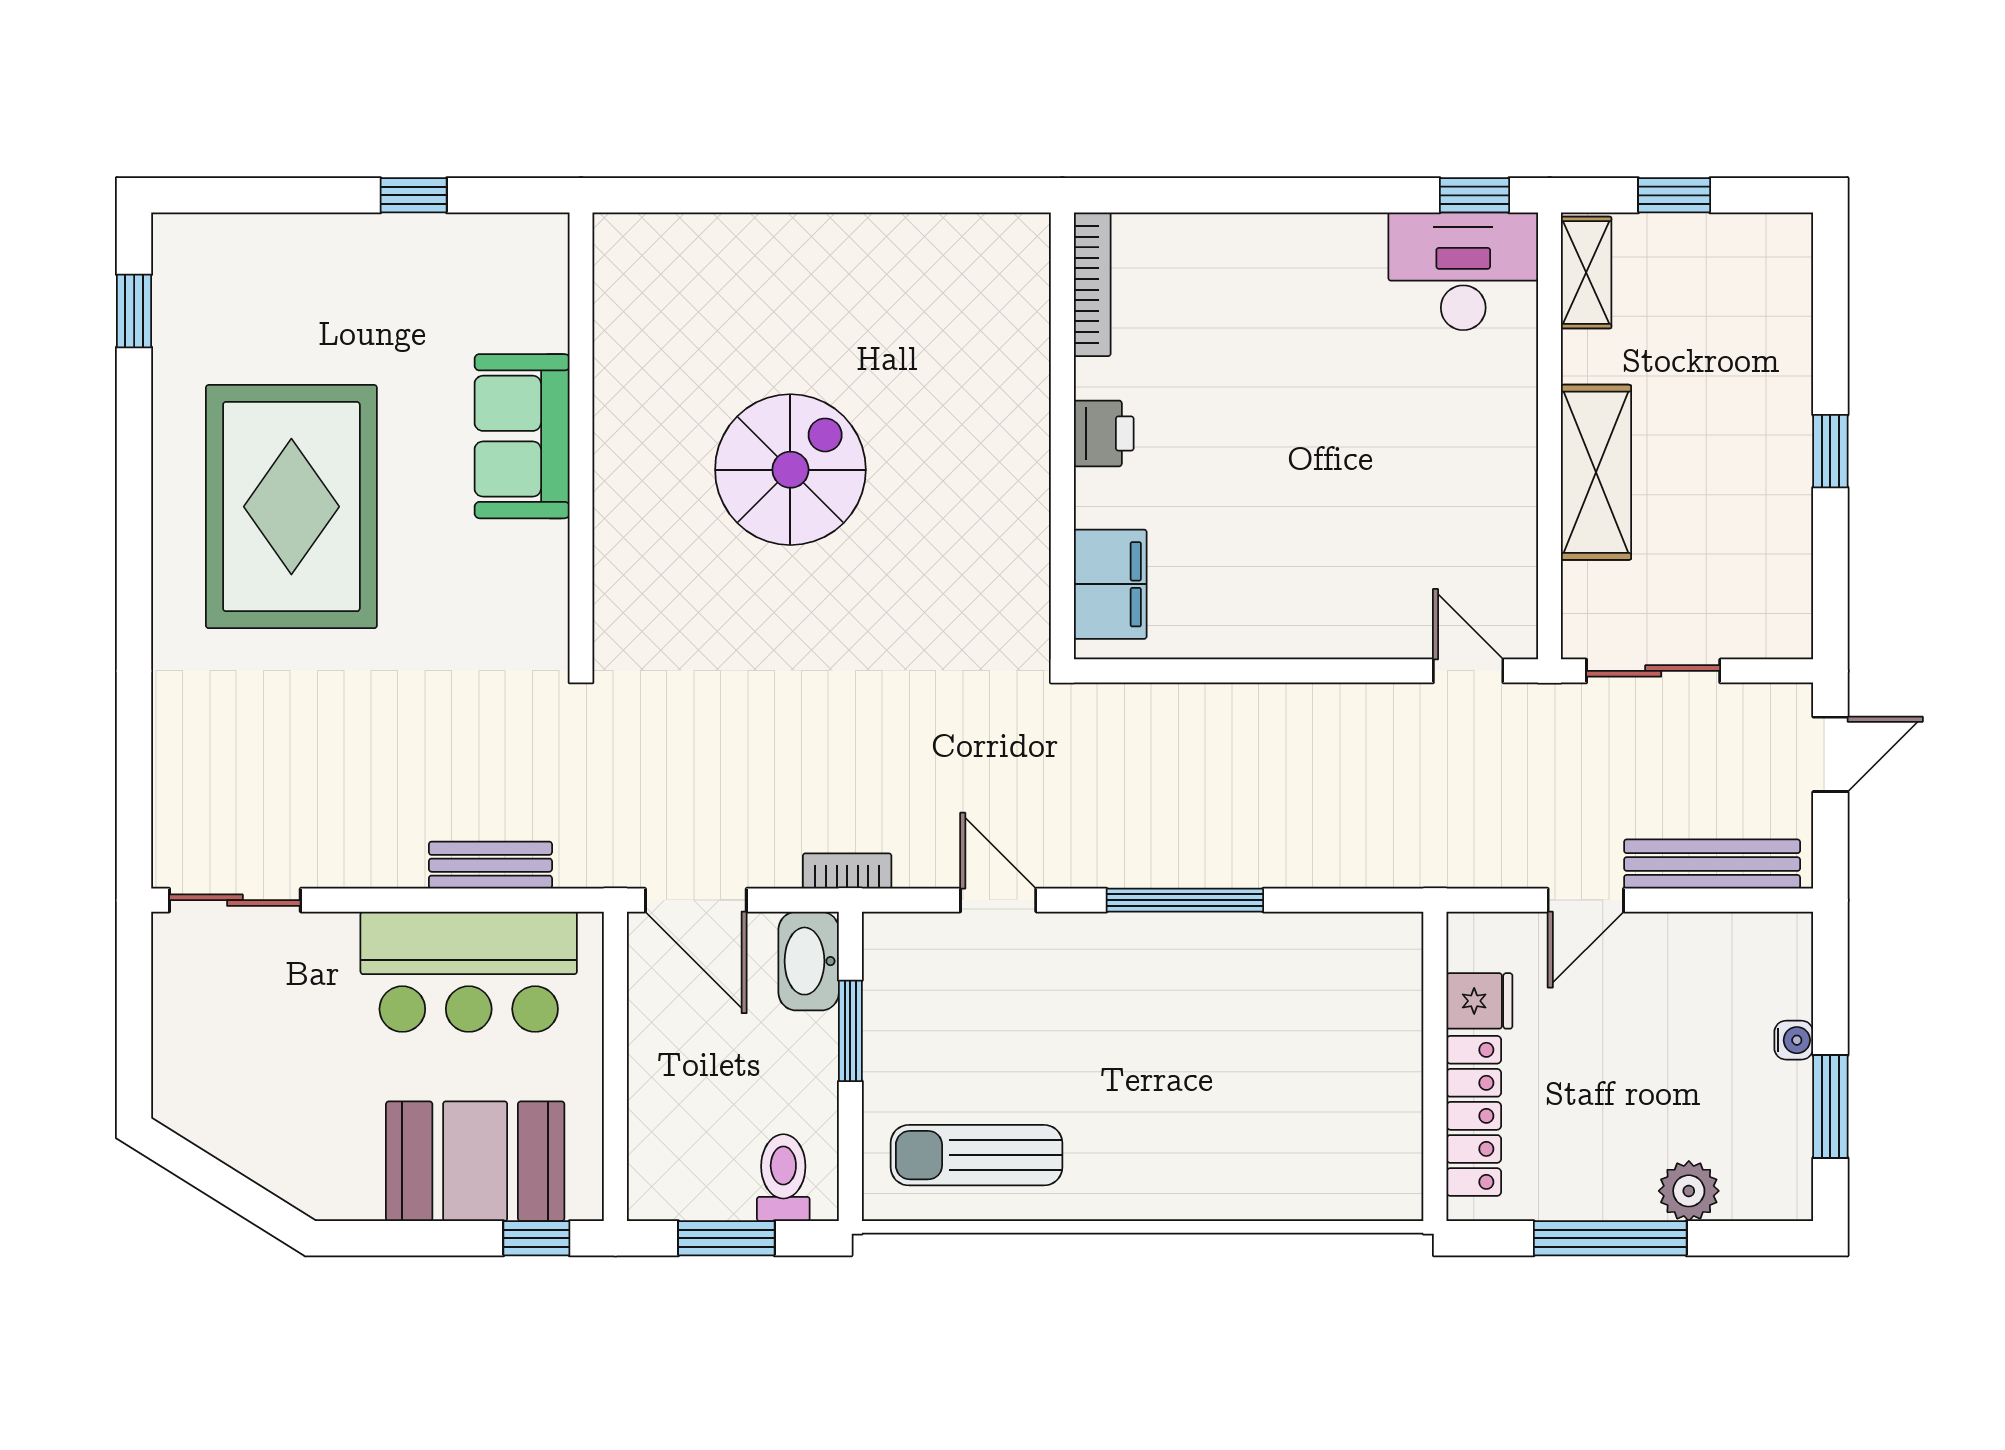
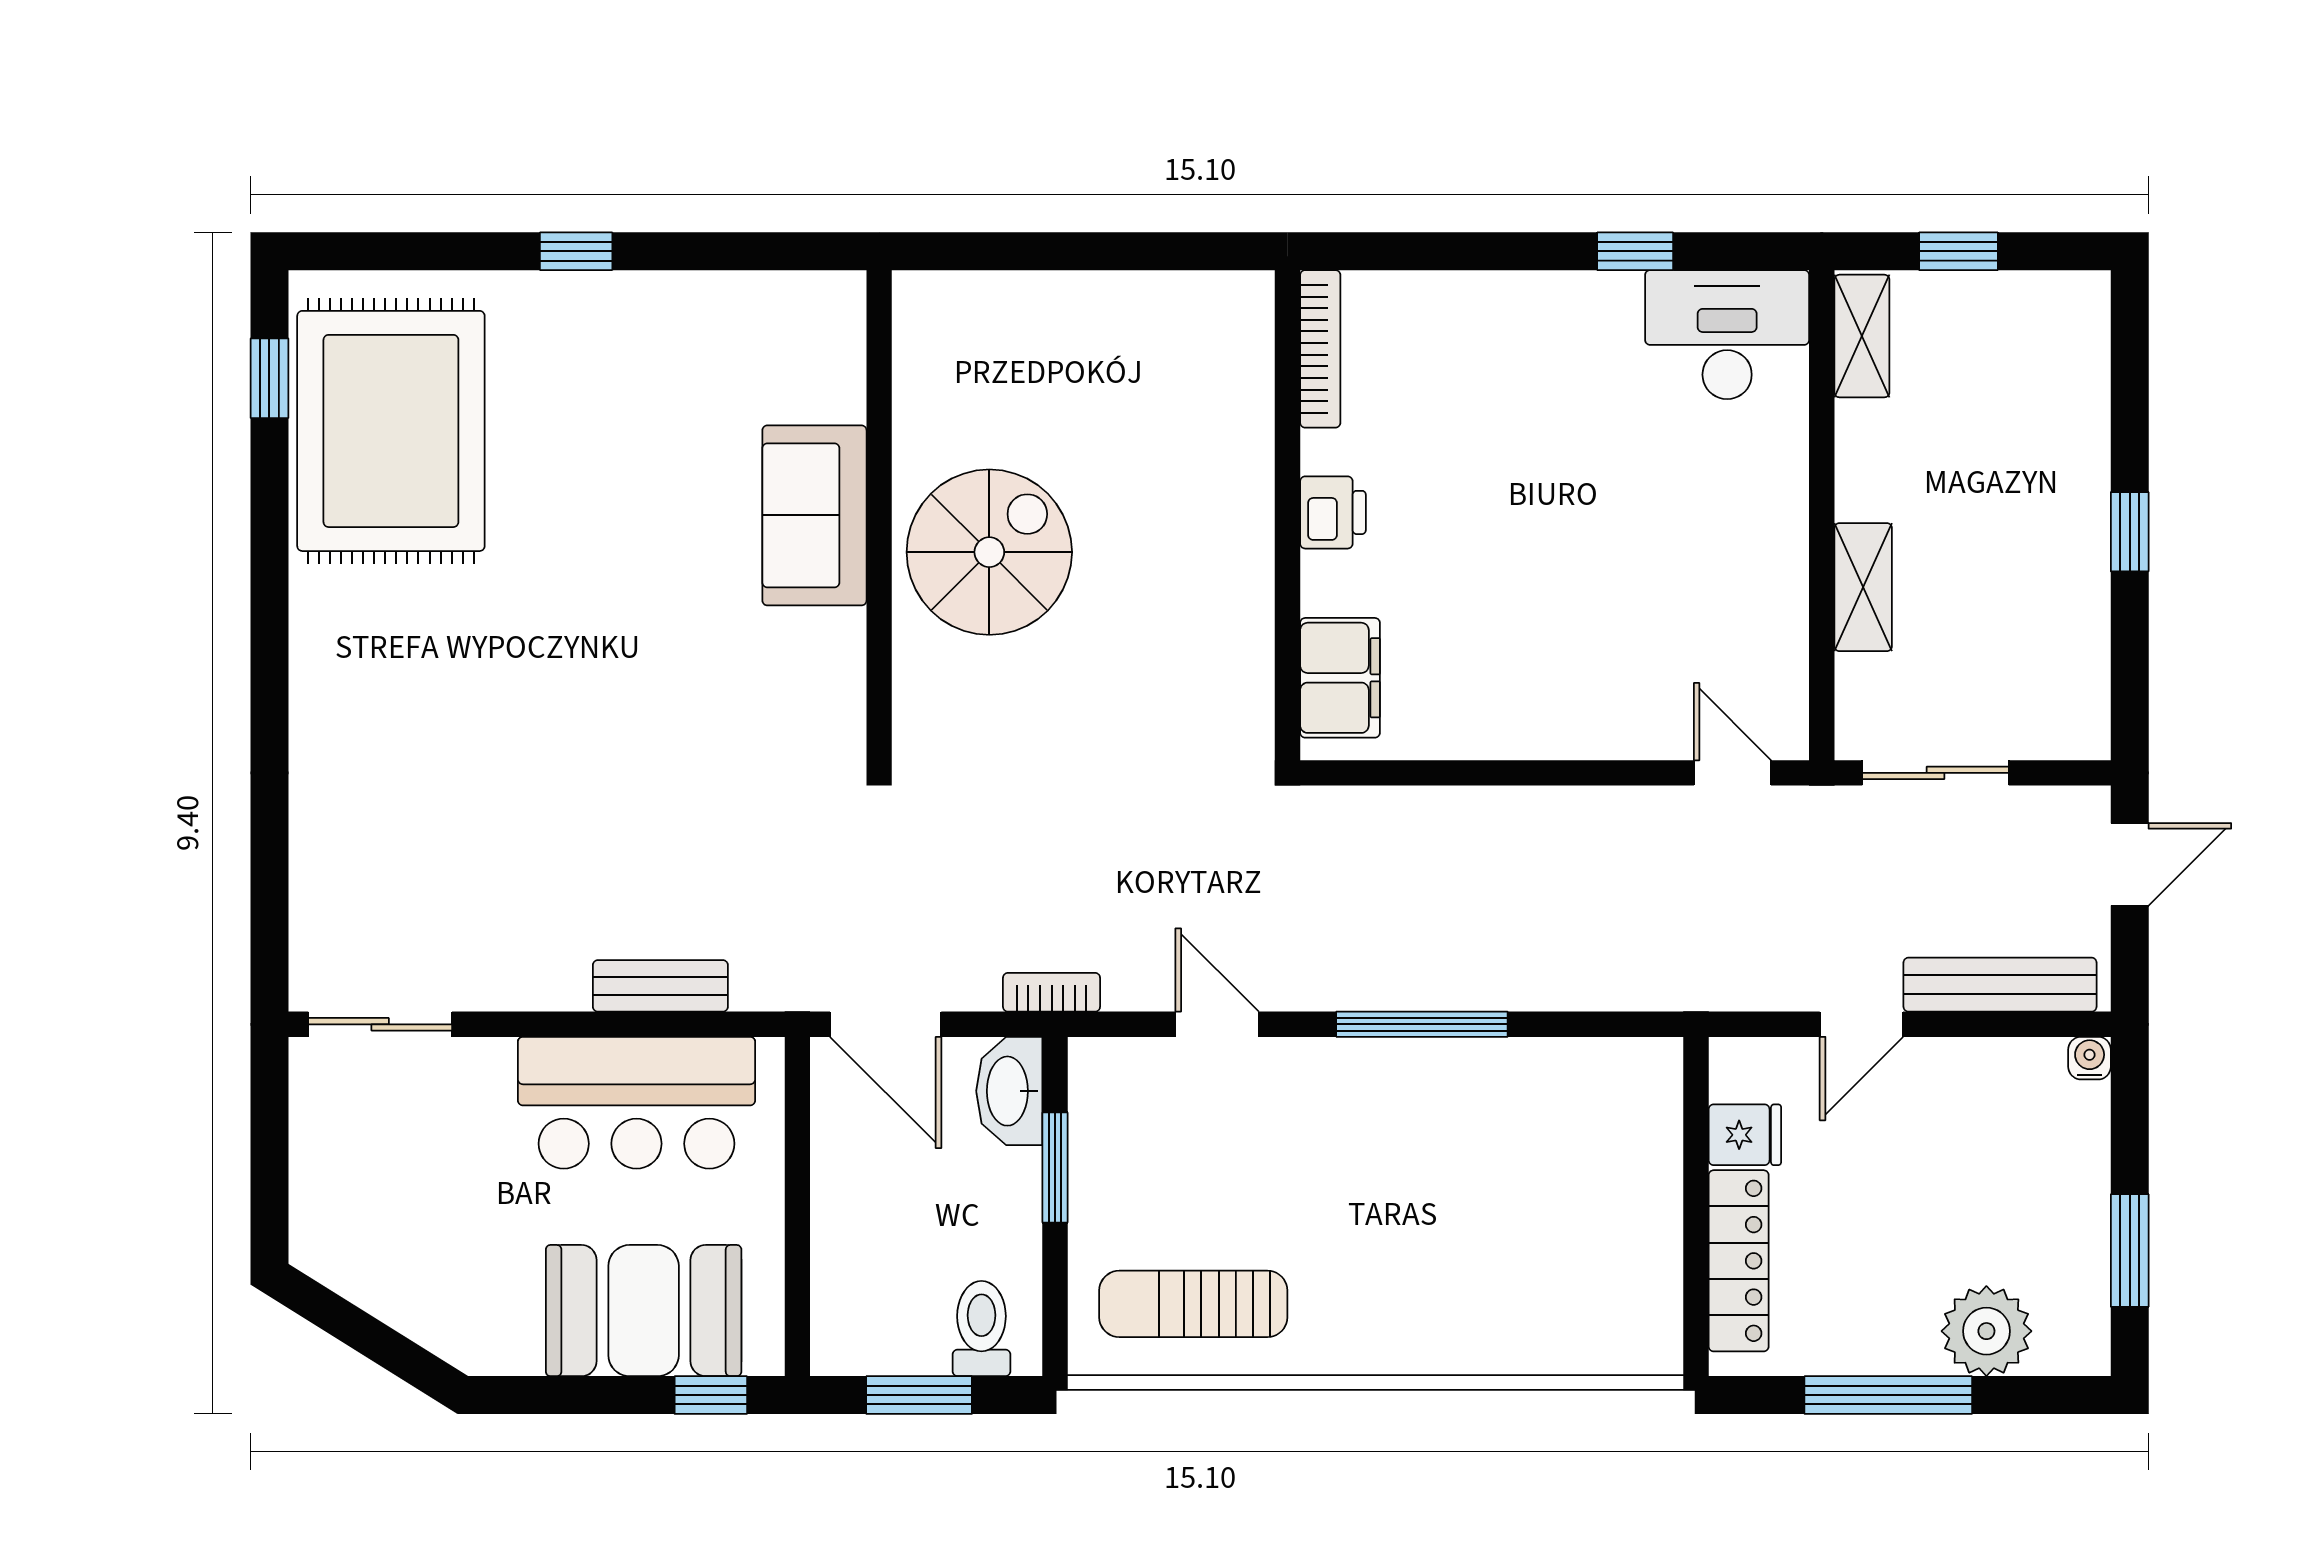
window: (1474, 195) -> (1635, 251), moved
sofa: (522, 436) -> (814, 515), moved
wall: (581, 436) -> (879, 515), moved
shelving: (1596, 472) -> (1863, 587), width x0.67, depth x0.75
rug: (291, 507) -> (391, 431), moved
water cooler: (1794, 1040) -> (2090, 1058), moved, turned -90
plant: (1689, 1191) -> (1986, 1331), width x1.36, depth x1.36

